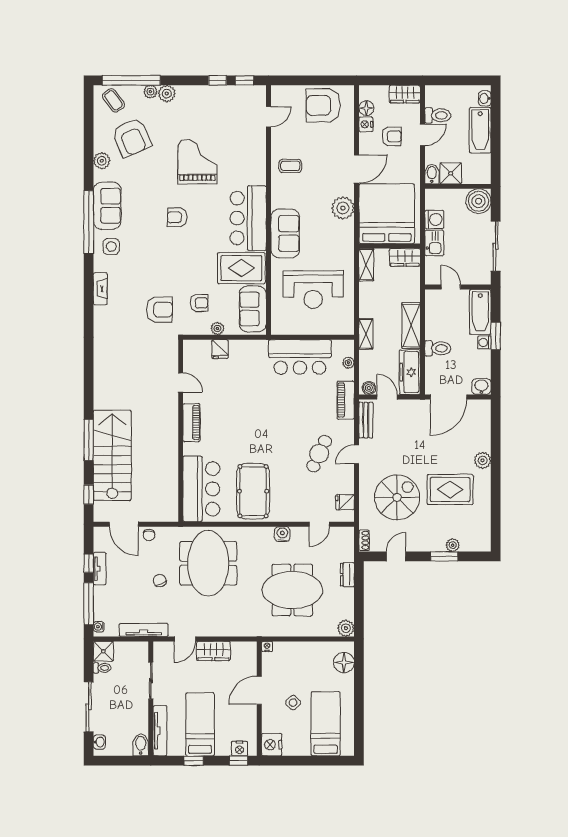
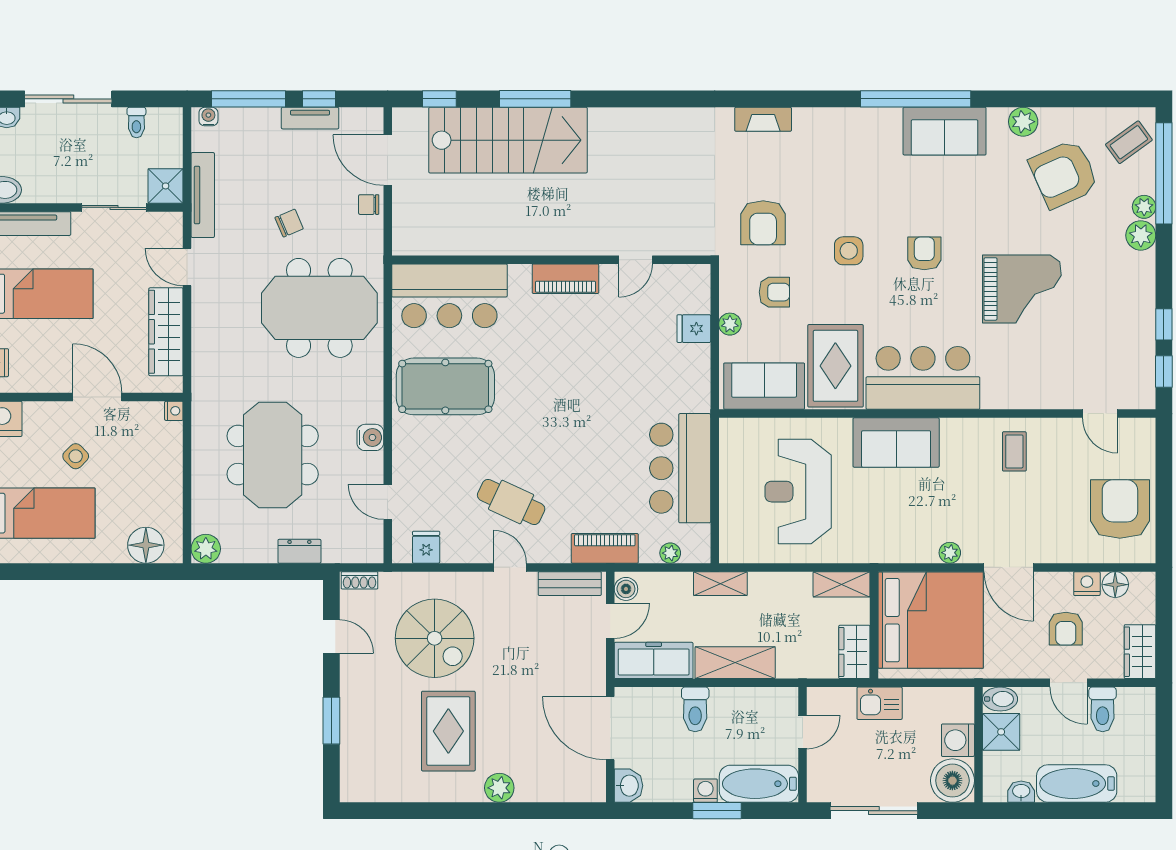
washbasin: (485, 98) -> (1021, 792), moved
plant: (343, 208) -> (950, 553), width x0.53, depth x0.53
washing machine: (434, 219) -> (958, 740), moved, turned 90
side table: (111, 246) -> (849, 251), moved
fireplace: (100, 289) -> (763, 119), moved
armchair: (199, 303) -> (774, 292), turned -90
door: (124, 524) -> (388, 160), hinge flipped
plant: (453, 545) -> (351, 735), removed
shower: (103, 651) -> (166, 186), moved
wardrobe: (213, 651) -> (166, 332), width x1.50

